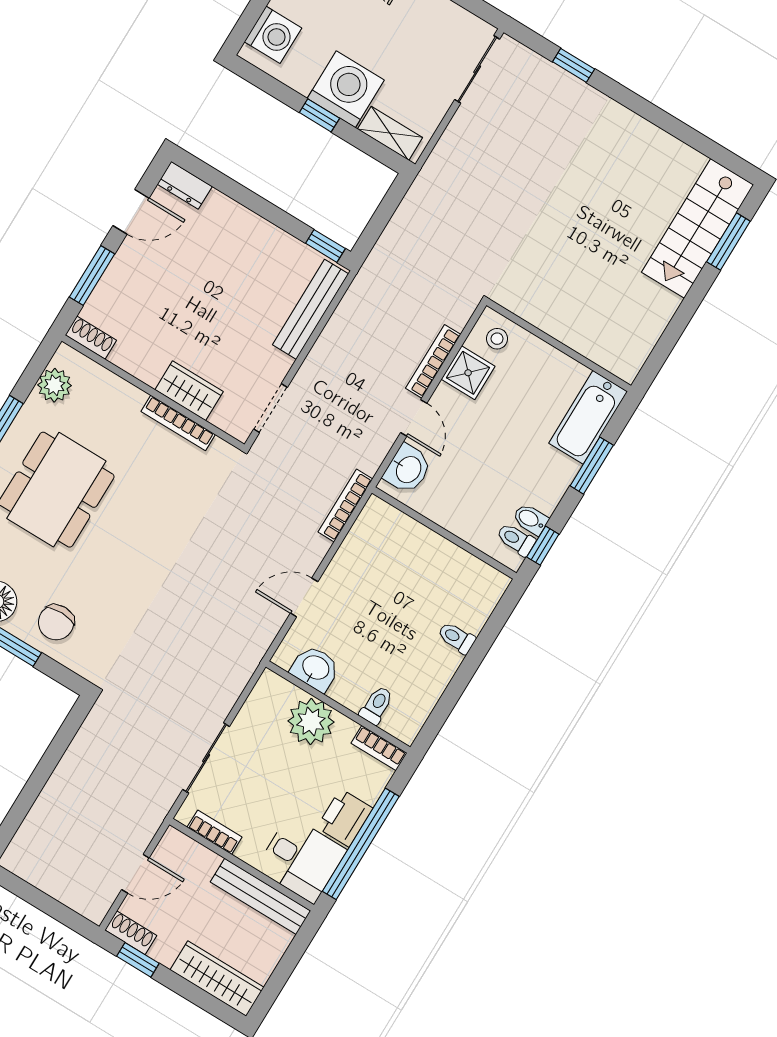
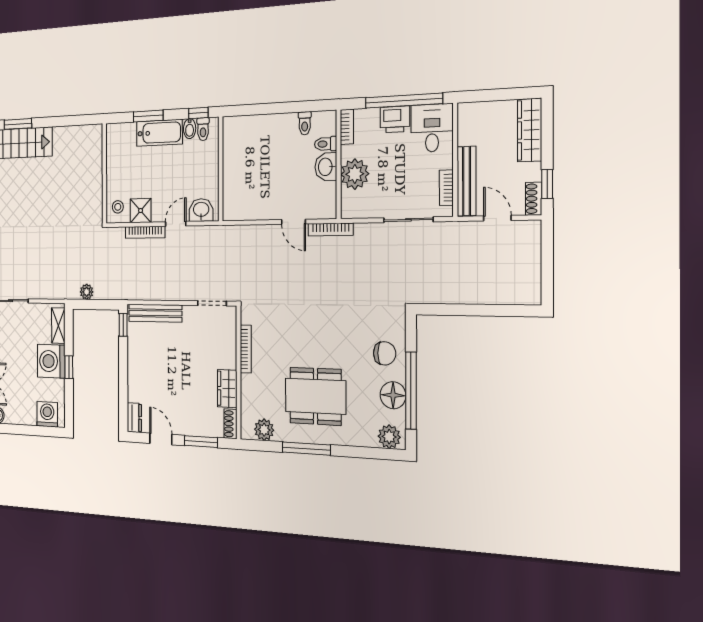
plant: (409, 212) -> (87, 292), added
wardrobe: (189, 391) -> (227, 389), moved
bathtub: (588, 417) -> (159, 133), moved
bookcase: (345, 506) -> (331, 229), moved
toilet: (456, 638) -> (305, 123), moved
washbasin: (315, 668) -> (326, 167), moved
bench: (260, 896) -> (467, 181), moved

